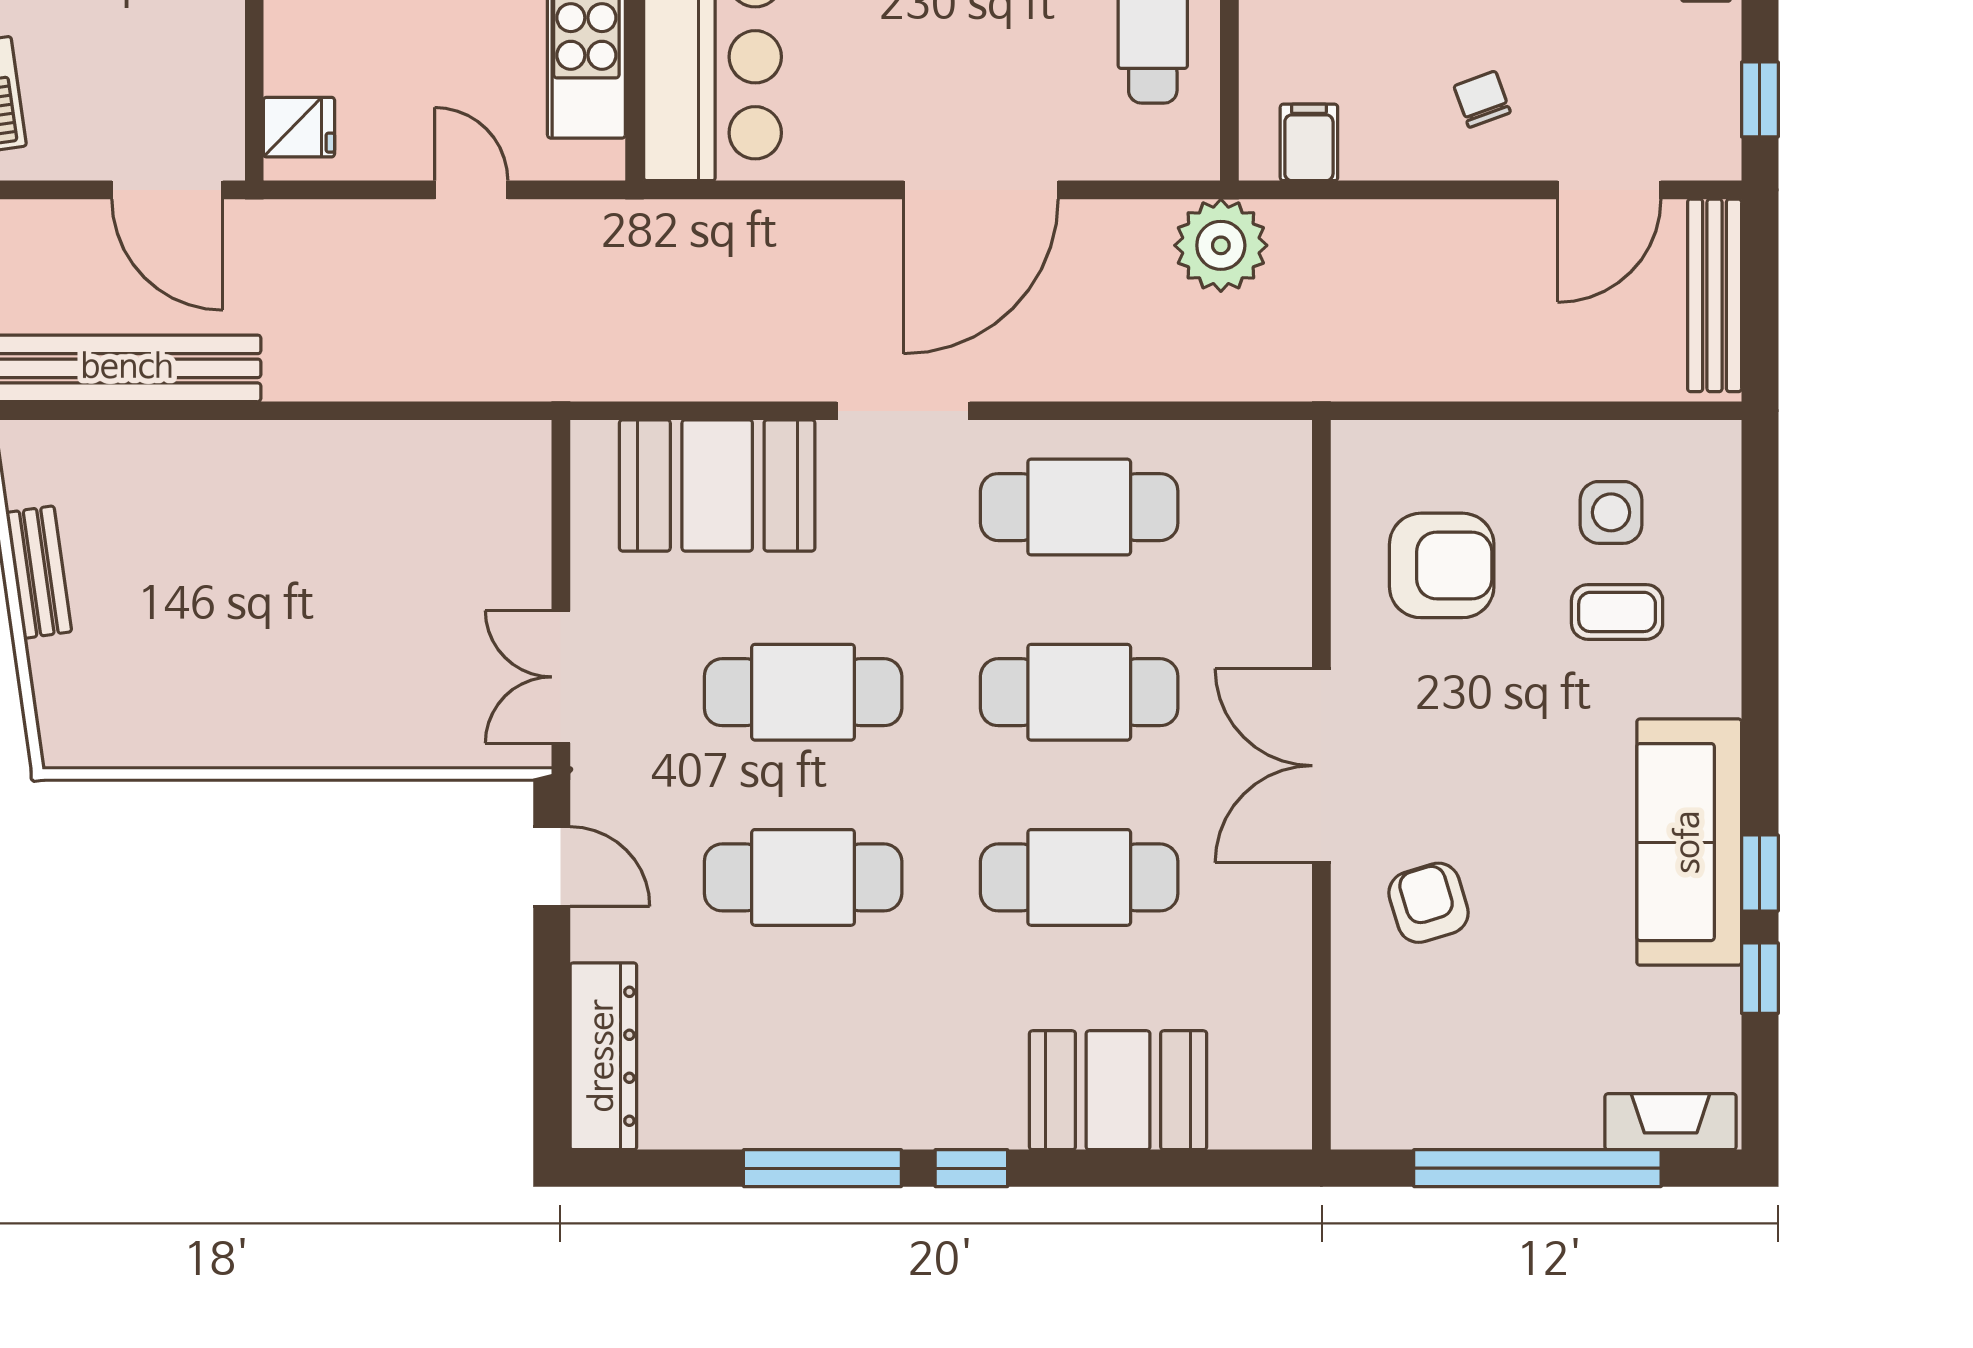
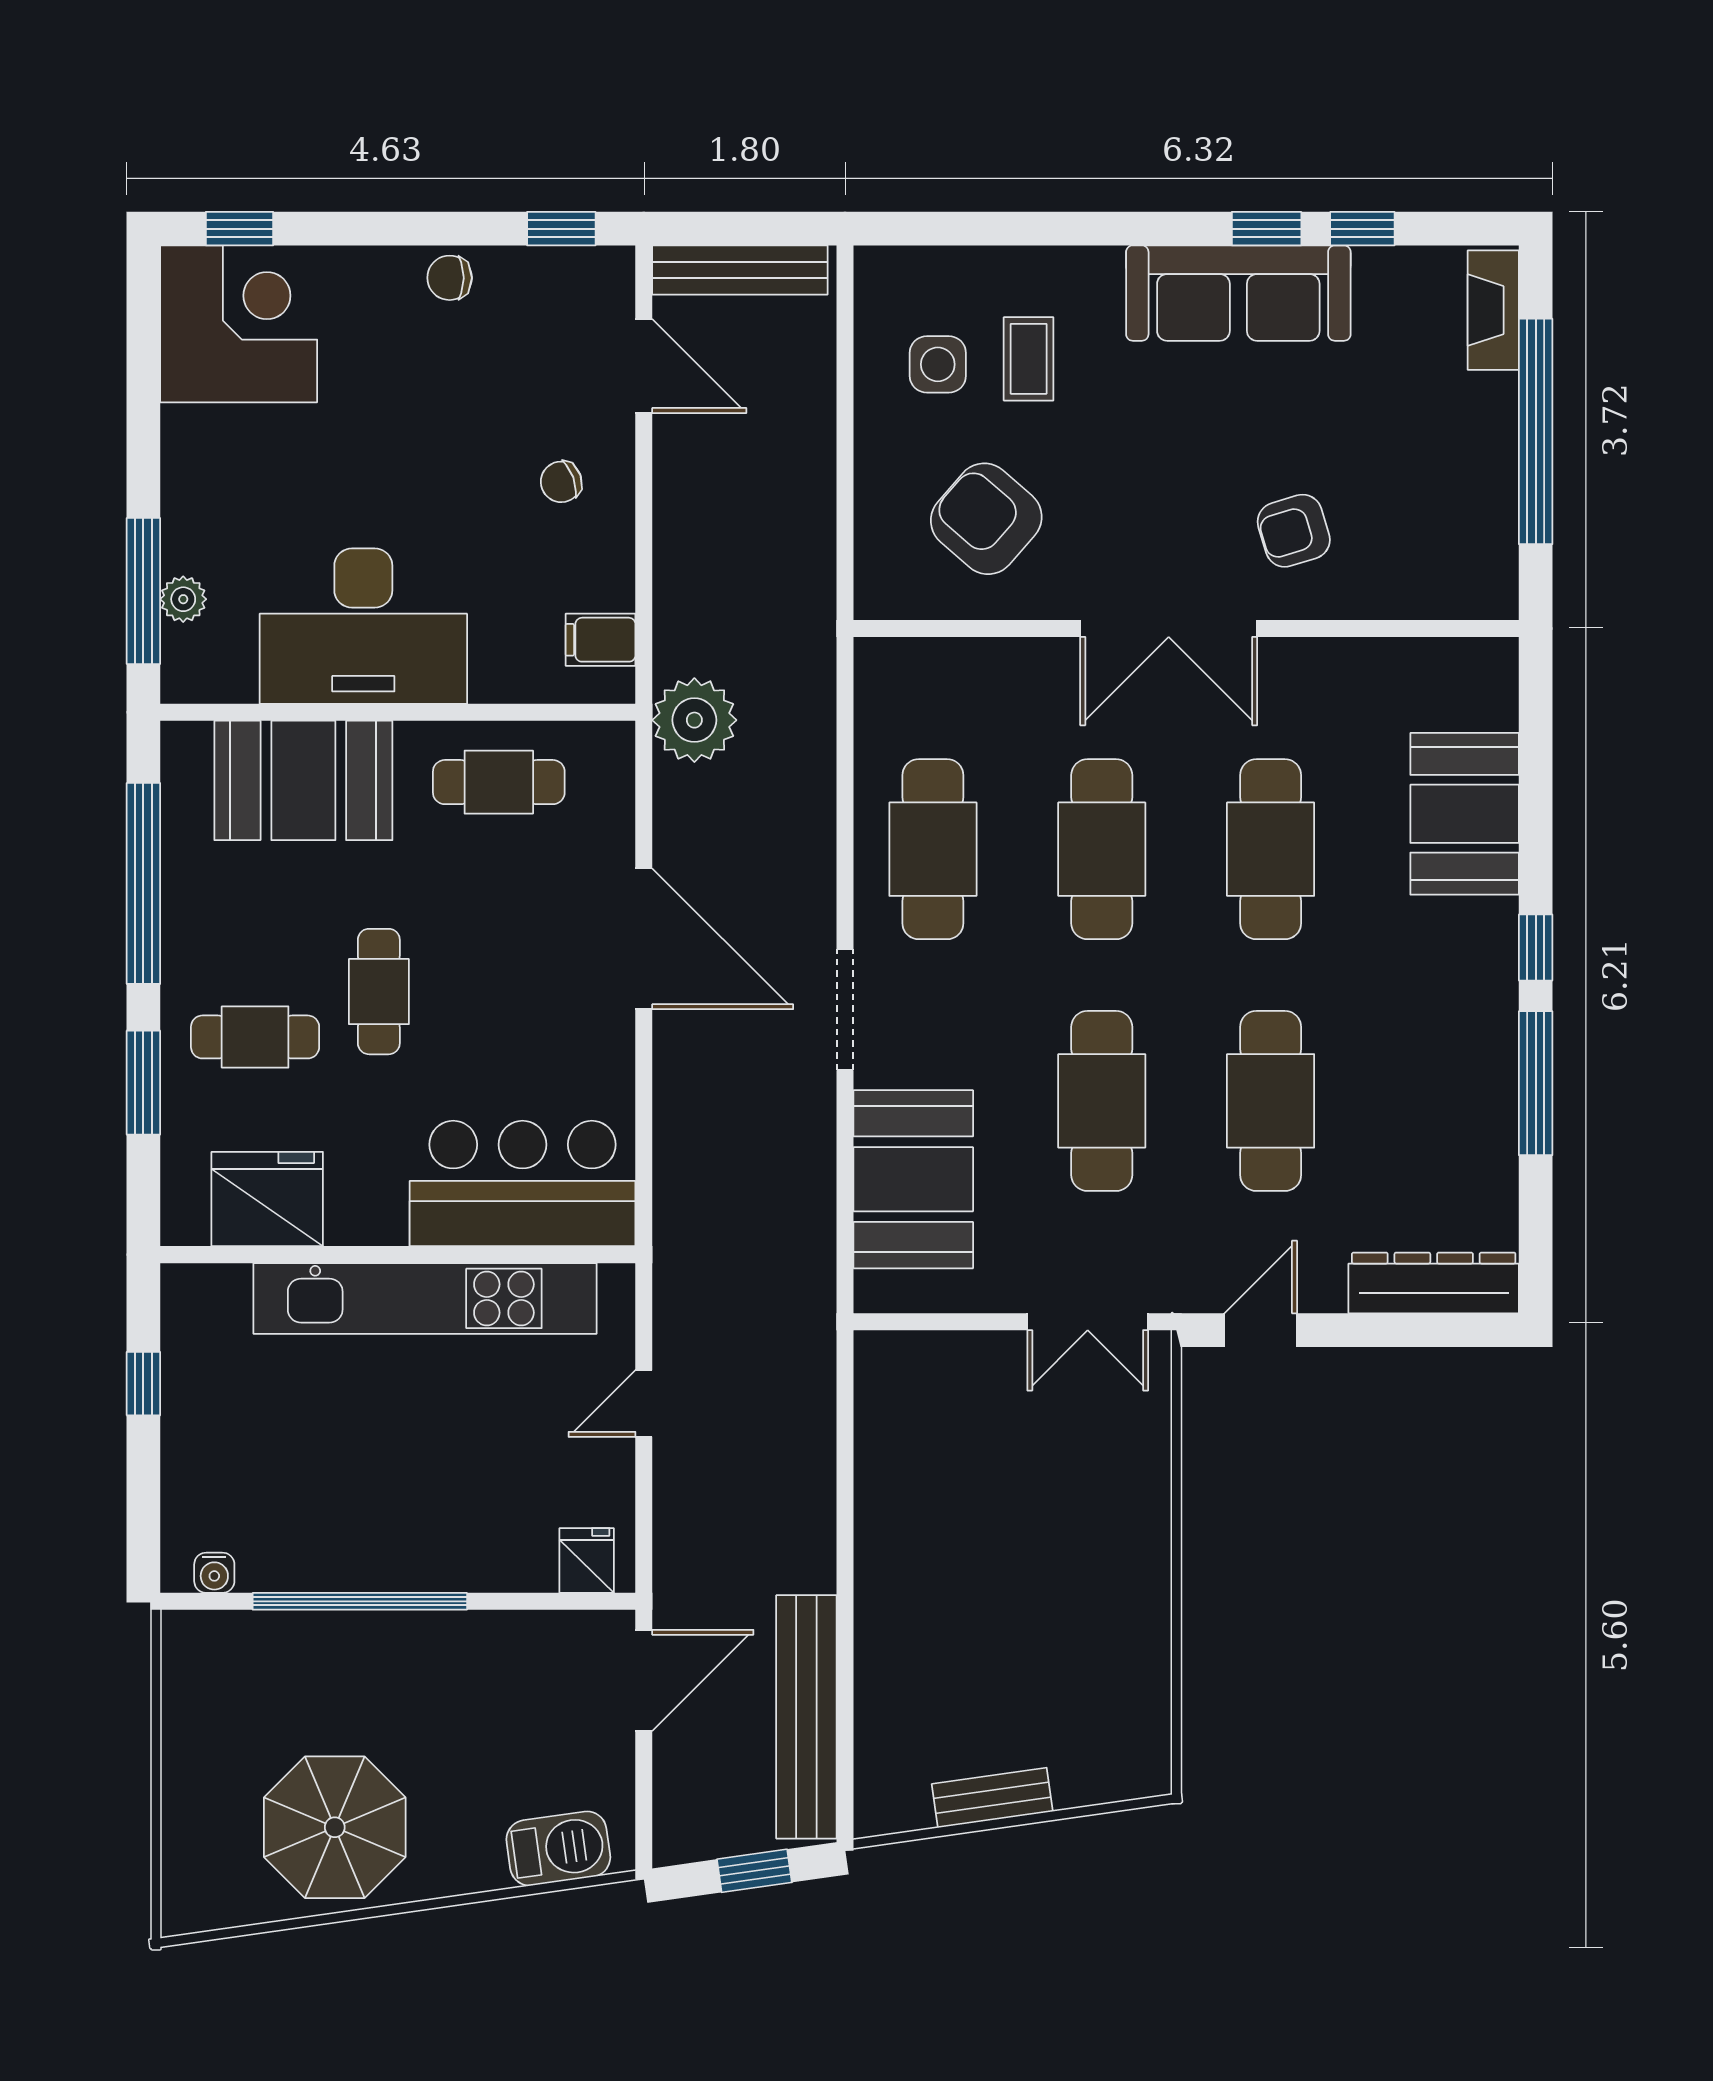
armchair: (1442, 565) -> (986, 519), turned -49

